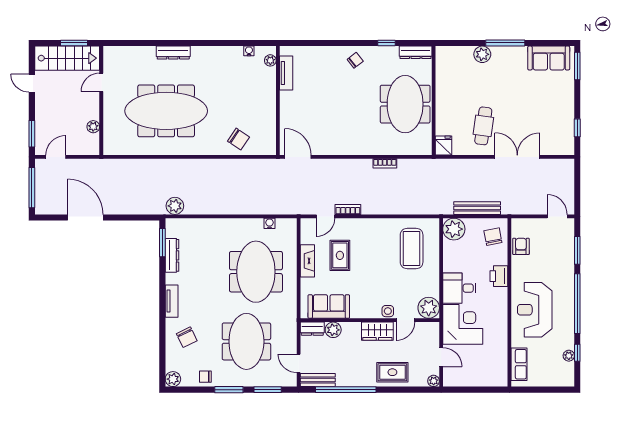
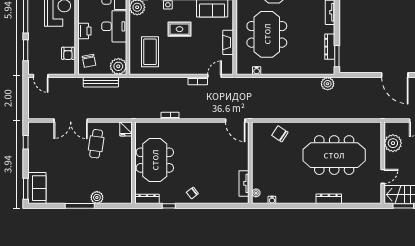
sofa: (549, 58) -> (37, 188), moved, turned 90
plant: (93, 127) -> (393, 143), width x1.87, depth x1.87
rug: (340, 255) -> (180, 29), moved, turned 90
desk: (459, 288) -> (114, 26), width x1.37

